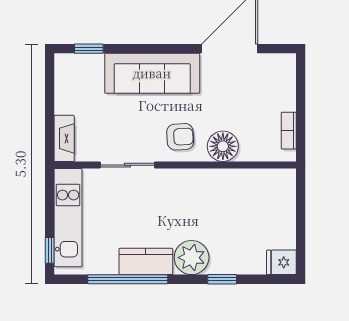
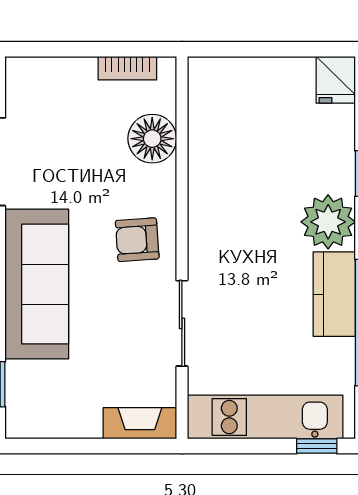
armchair: (180, 137) -> (137, 240), turned -91
floor lamp: (223, 146) -> (152, 139), moved

